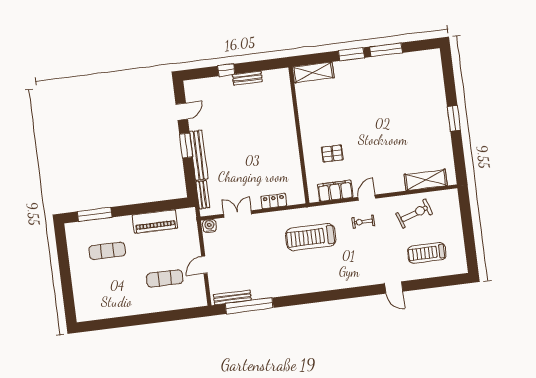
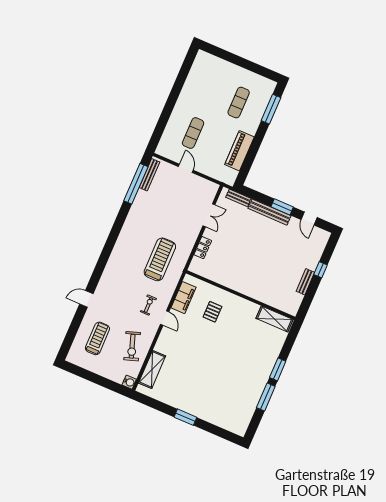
shelving: (313, 72) -> (275, 319), moved, turned 90
water cooler: (209, 226) -> (129, 382), moved

